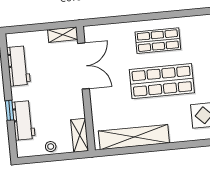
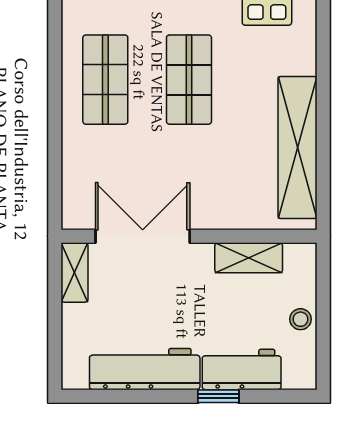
workbench: (18, 66) -> (145, 369), width x1.38
shop shelf: (162, 81) -> (189, 80), width x0.70, depth x0.74
shelving: (80, 135) -> (249, 258), moved

